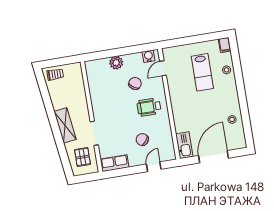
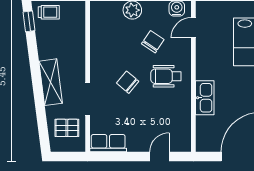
window: (42, 83) -> (29, 21), added
chair: (142, 140) -> (128, 82), moved
kitchen sink: (184, 145) -> (205, 98), moved
pallet: (83, 157) -> (67, 128), turned 90

